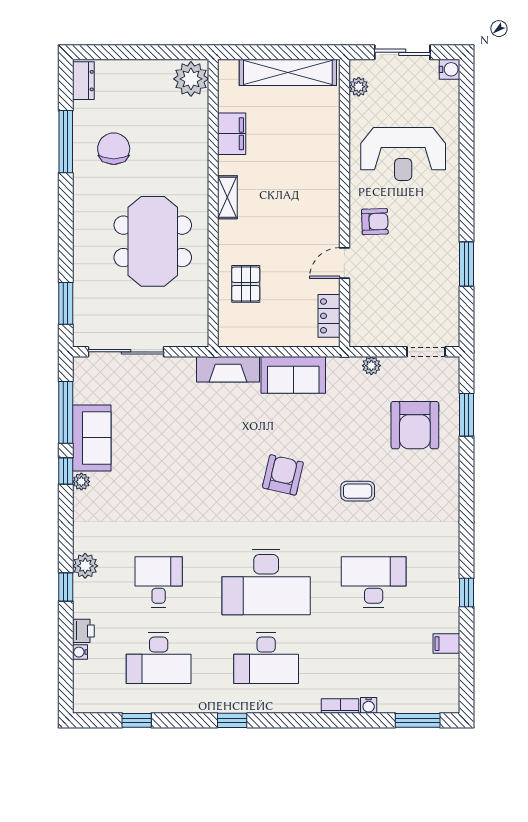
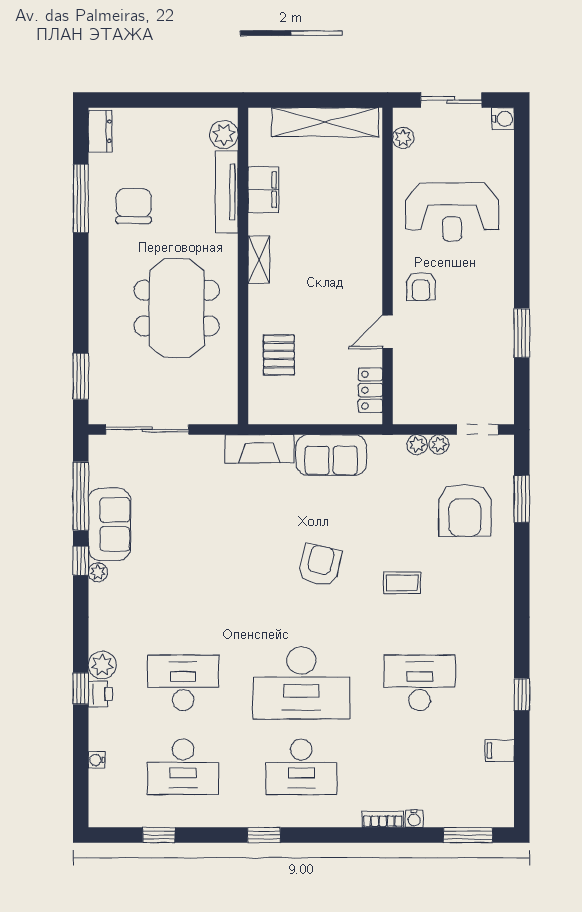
plant: (191, 79) -> (224, 134), width x0.73, depth x0.73
tv unit: (198, 136) -> (227, 192), added
armchair: (375, 222) -> (421, 286), turned 92
plant: (391, 365) -> (439, 444), added
desk: (159, 582) -> (183, 683), width x1.37
printer: (83, 631) -> (100, 694), moved

